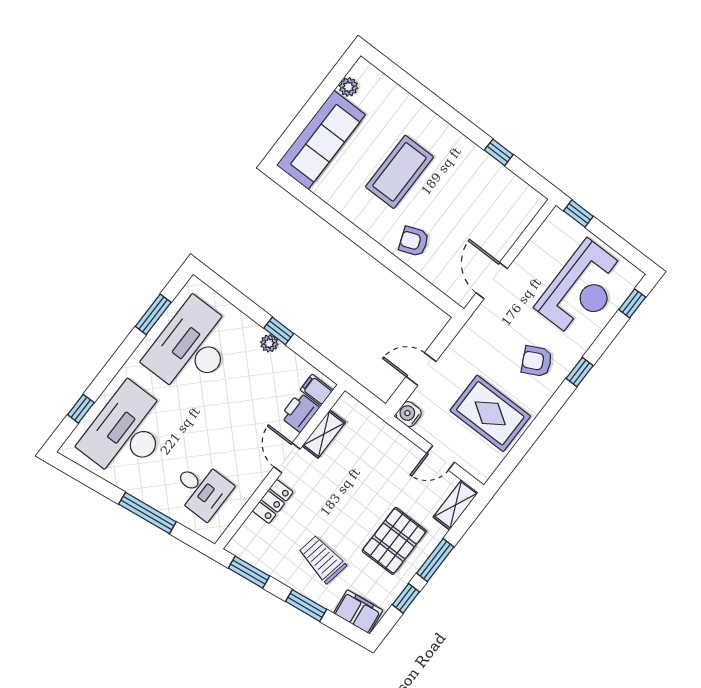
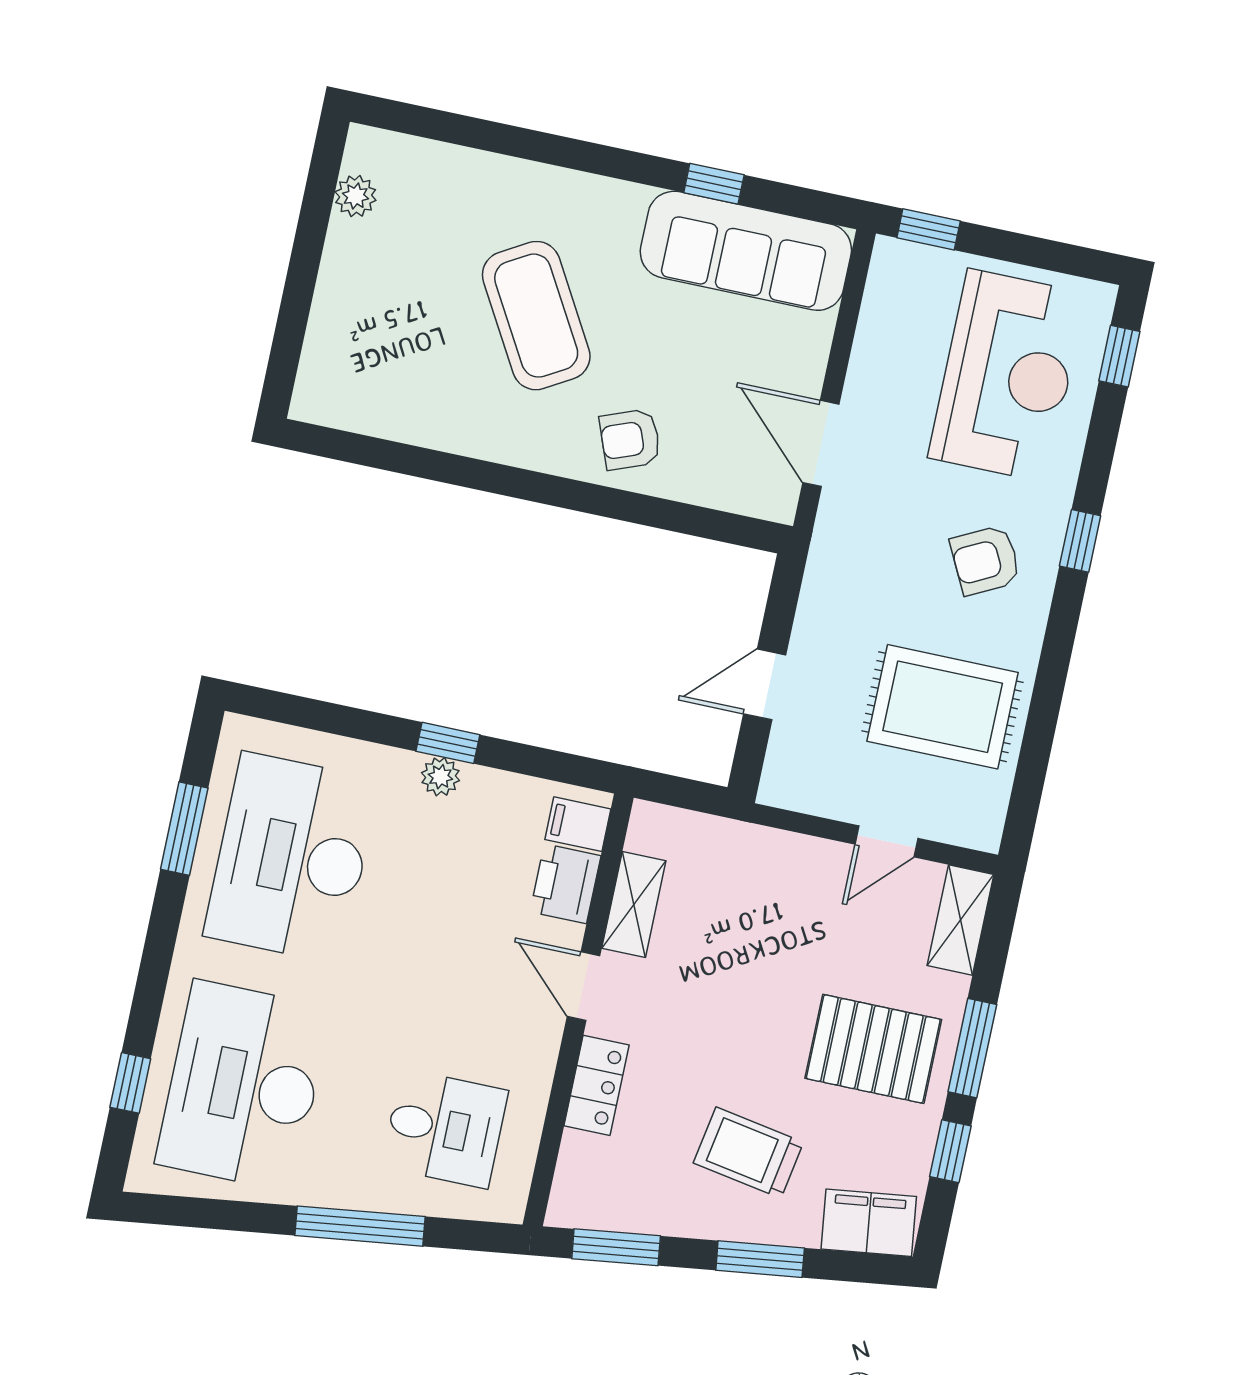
sofa: (321, 140) -> (746, 251), moved, turned 90
coffee table: (399, 172) -> (536, 316), turned -30
water cooler: (409, 414) -> (782, 785), removed
pallet: (394, 541) -> (873, 1049), turned 90

